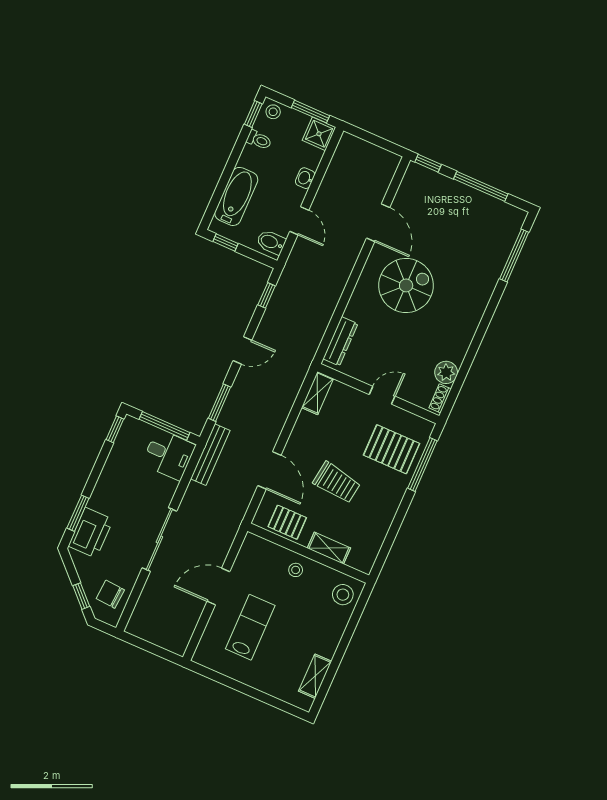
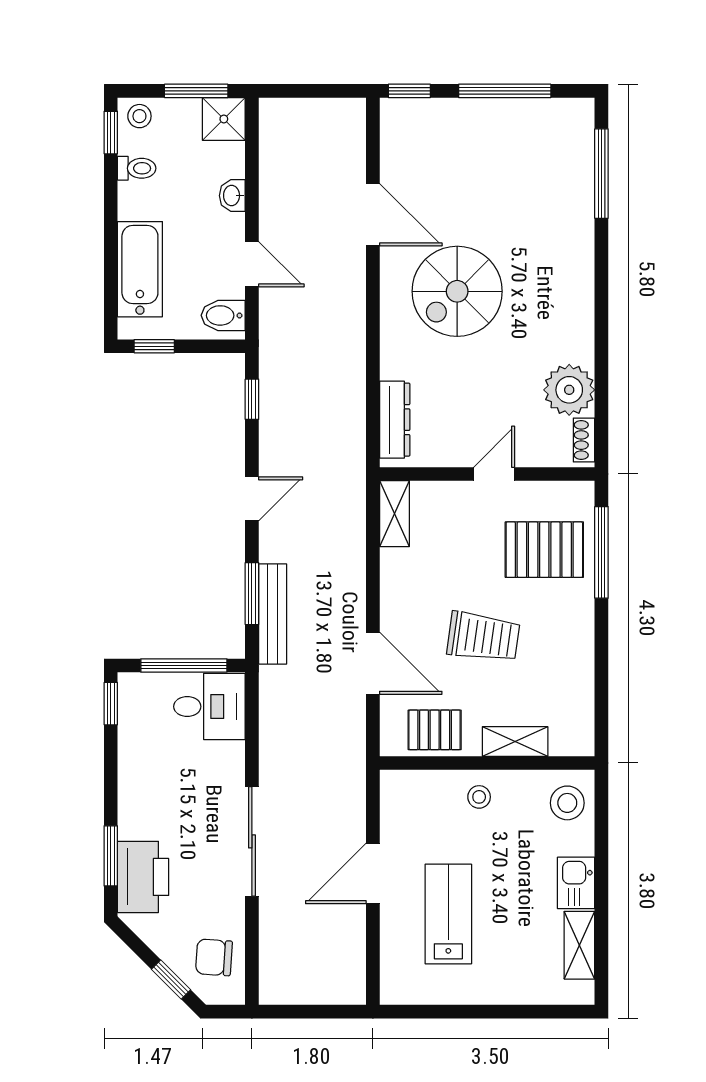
spiral stairs: (406, 285) -> (457, 291), turned 180
plant: (446, 372) -> (569, 390), width x1.36, depth x1.36
bench: (210, 455) -> (273, 614), moved
kitchen sink: (328, 641) -> (576, 883), added

